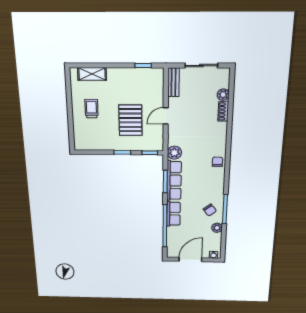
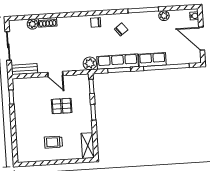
shelving: (92, 74) -> (88, 146), moved
pallet: (130, 120) -> (62, 106), width x0.67, depth x0.71
chair: (210, 210) -> (121, 29), moved

